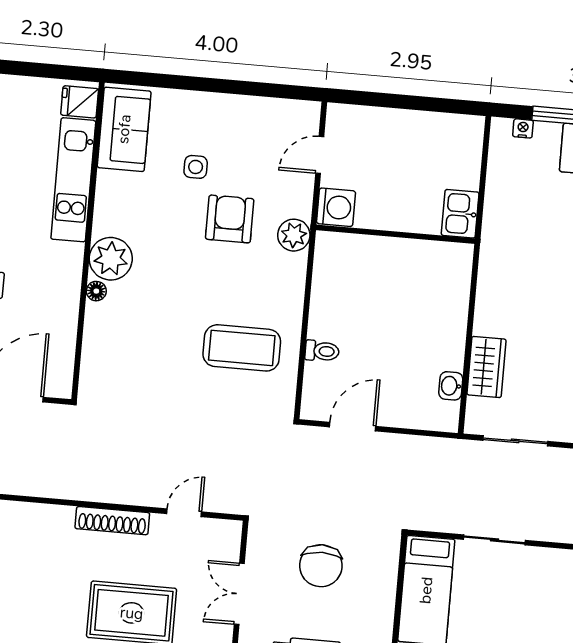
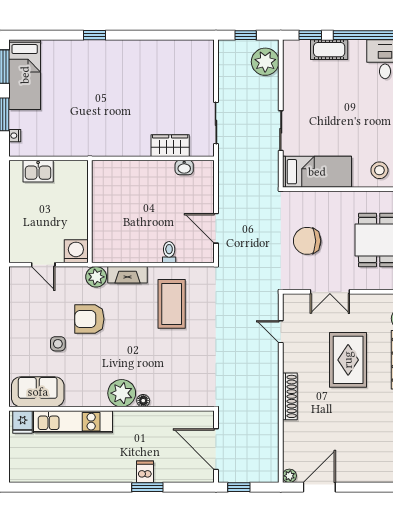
kitchen sink: (460, 214) -> (38, 171), moved
fireplace: (293, 284) -> (127, 275), added
shoe rack: (112, 521) -> (290, 396), moved
chair: (321, 566) -> (307, 241), turned 180

